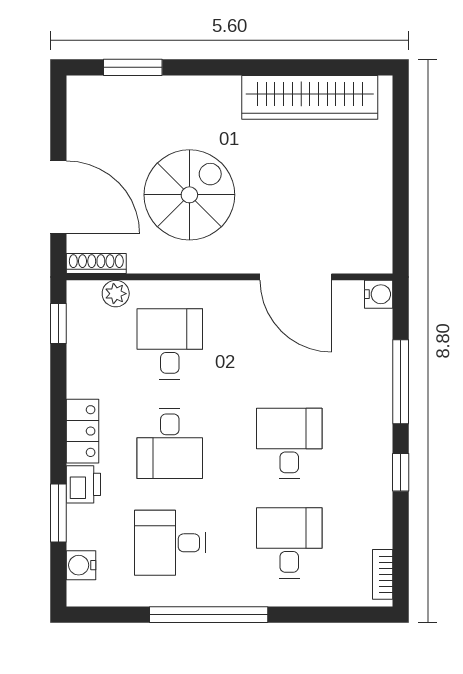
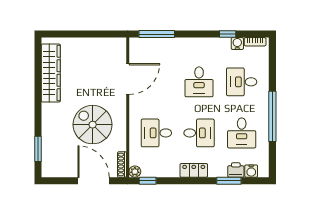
door: (58, 197) -> (94, 181), hinge flipped
plant: (116, 294) -> (135, 172), moved
water cooler: (379, 294) -> (237, 44), moved
window: (401, 382) -> (157, 34), moved
desk: (289, 443) -> (199, 82), turned -90
window: (401, 472) -> (228, 34), moved
printer: (83, 484) -> (236, 170), moved

